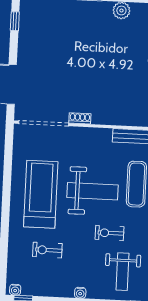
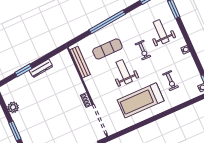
weight bench: (93, 191) -> (124, 72), width x0.73, depth x0.75
weight bench: (123, 272) -> (161, 32), turned -90

